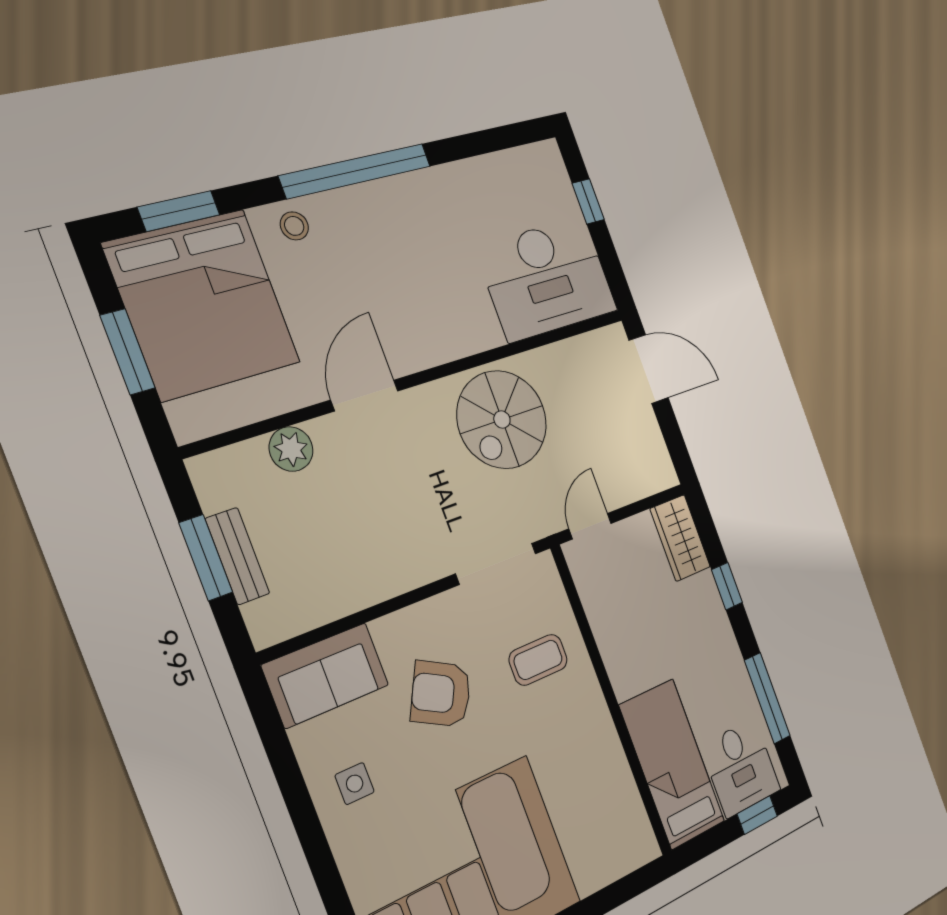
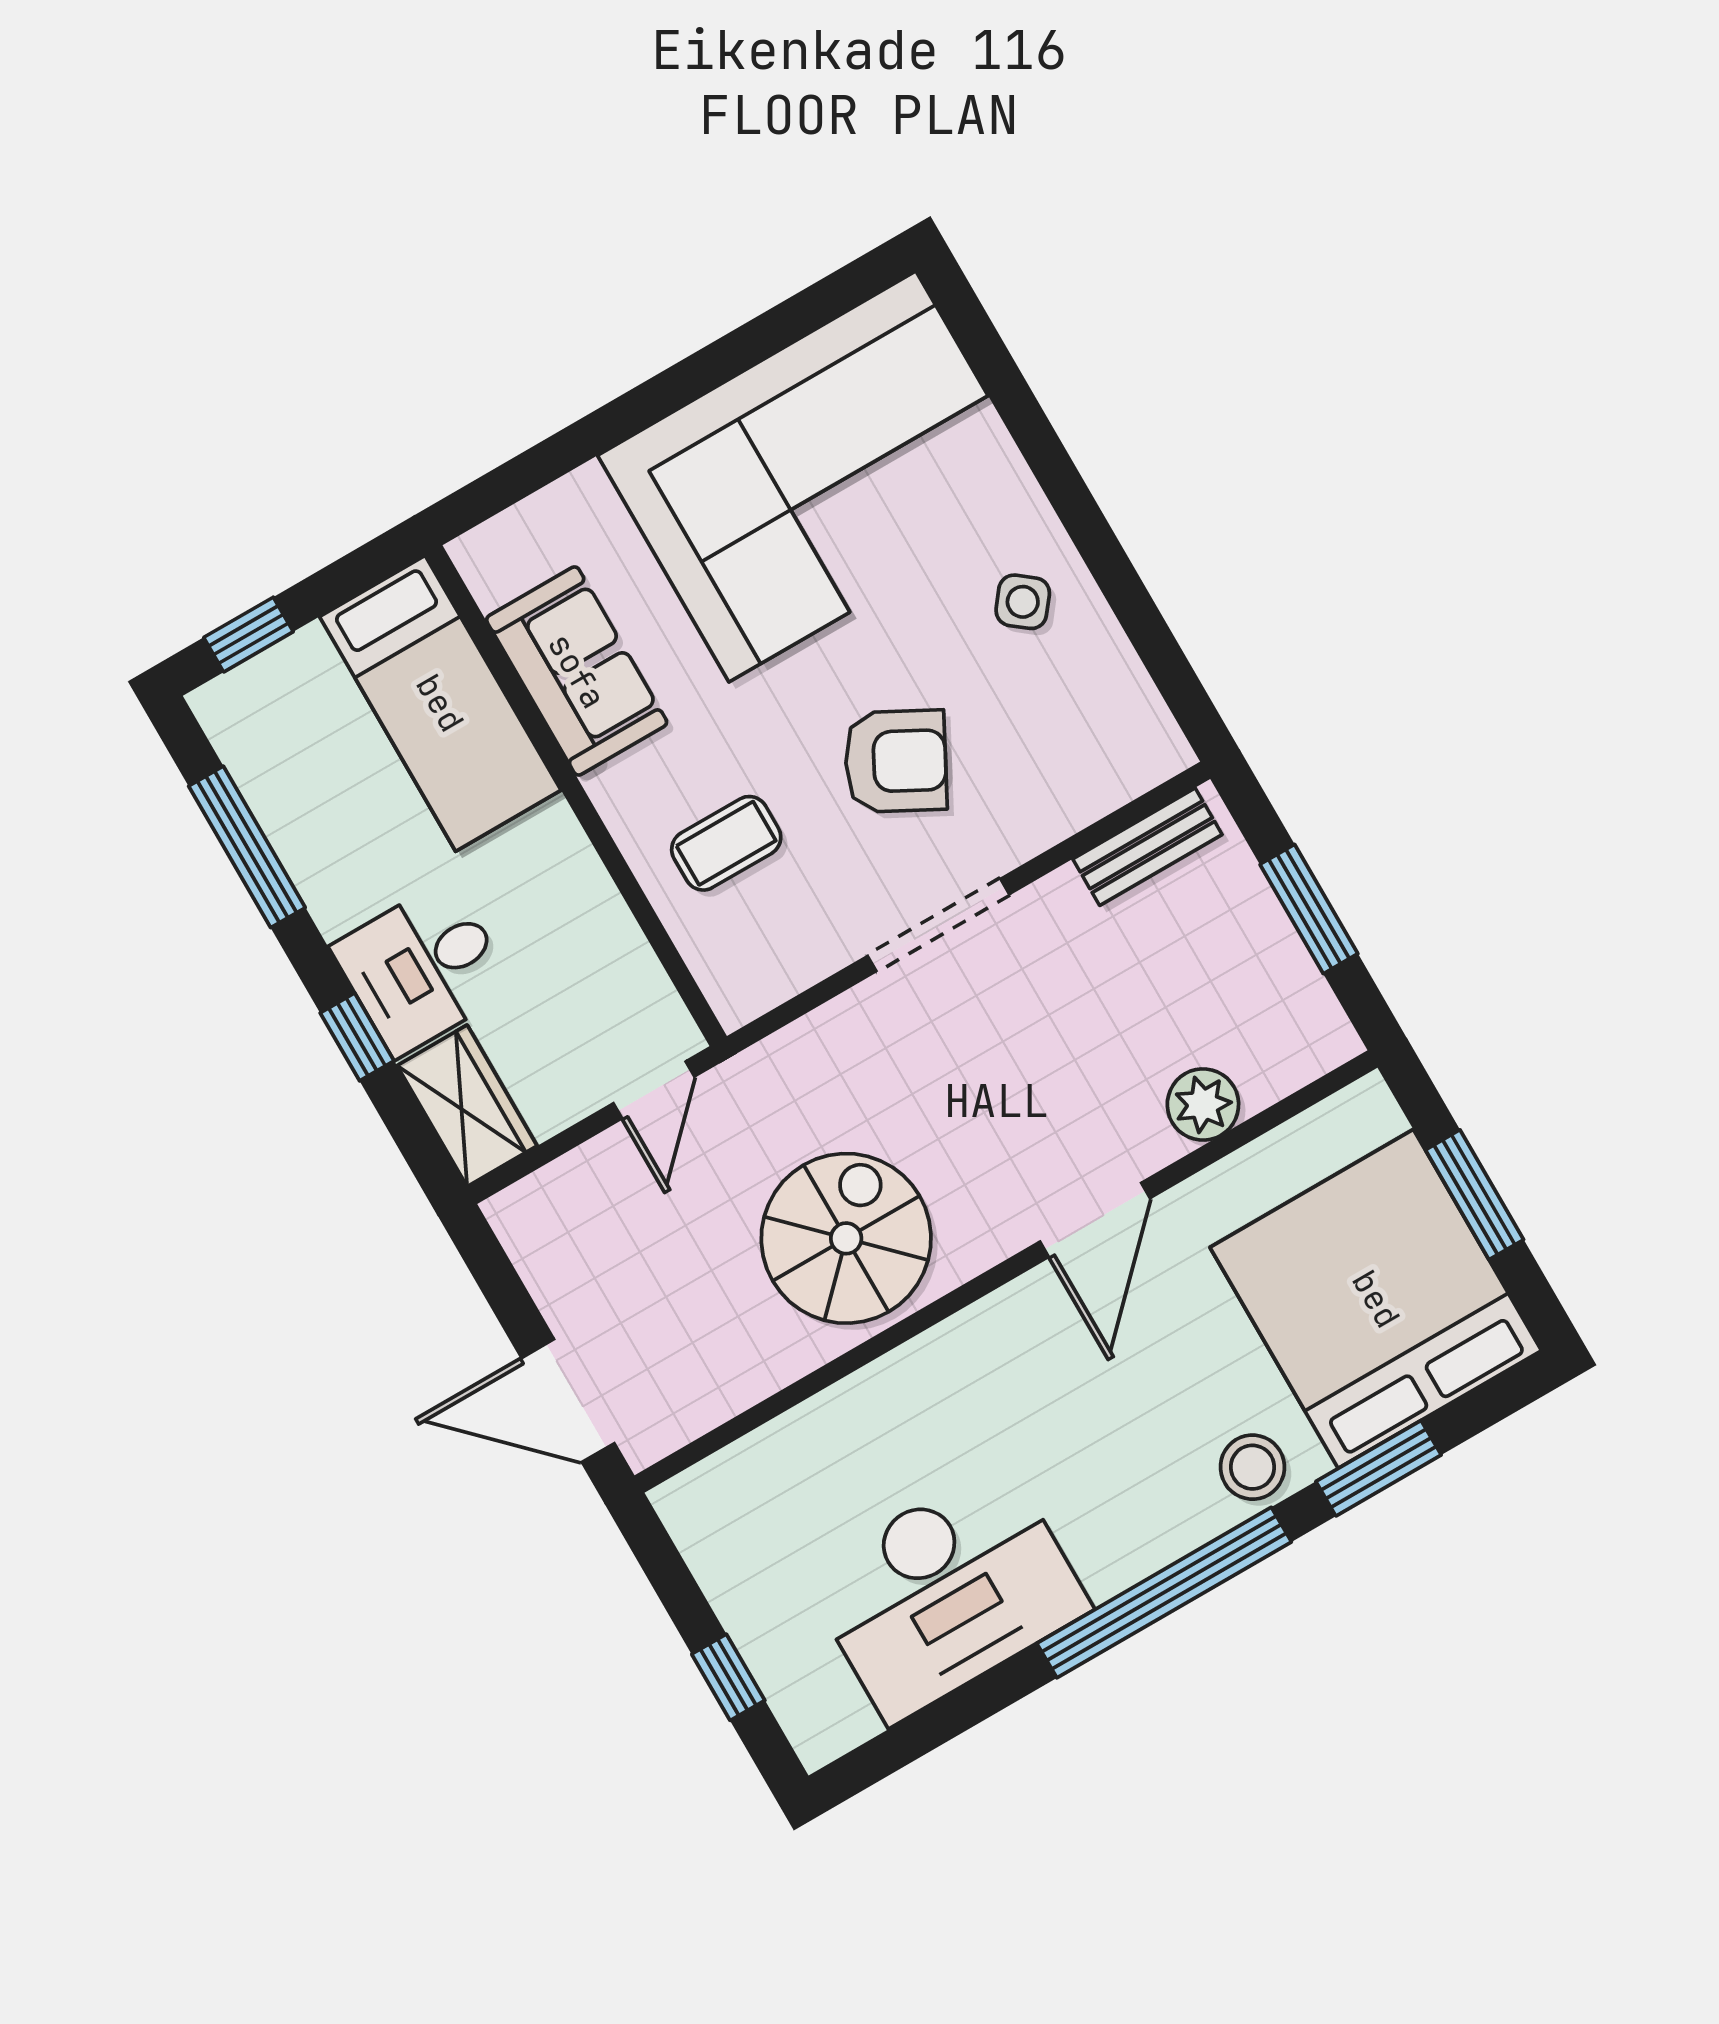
window: (179, 211) -> (1379, 1468), moved
stool: (294, 226) -> (1252, 1467), width x1.37, depth x1.37
desk: (547, 279) -> (947, 1592), moved, turned 180
bench: (238, 556) -> (1147, 847), moved, turned 90
doorway: (496, 564) -> (938, 925), moved
sofa: (326, 675) -> (577, 671), moved, turned 90
desk: (741, 768) -> (423, 968), moved, turned -90
side table: (355, 784) -> (1023, 602), turned 38

